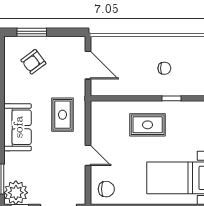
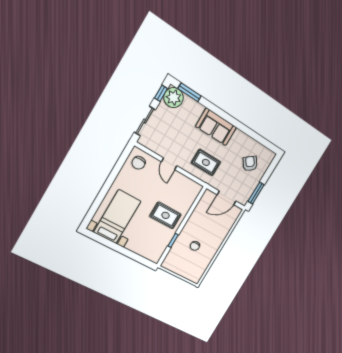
window: (32, 32) -> (256, 193), moved
rug: (148, 125) -> (165, 215), turned 90
door: (88, 155) -> (169, 164), hinge flipped

